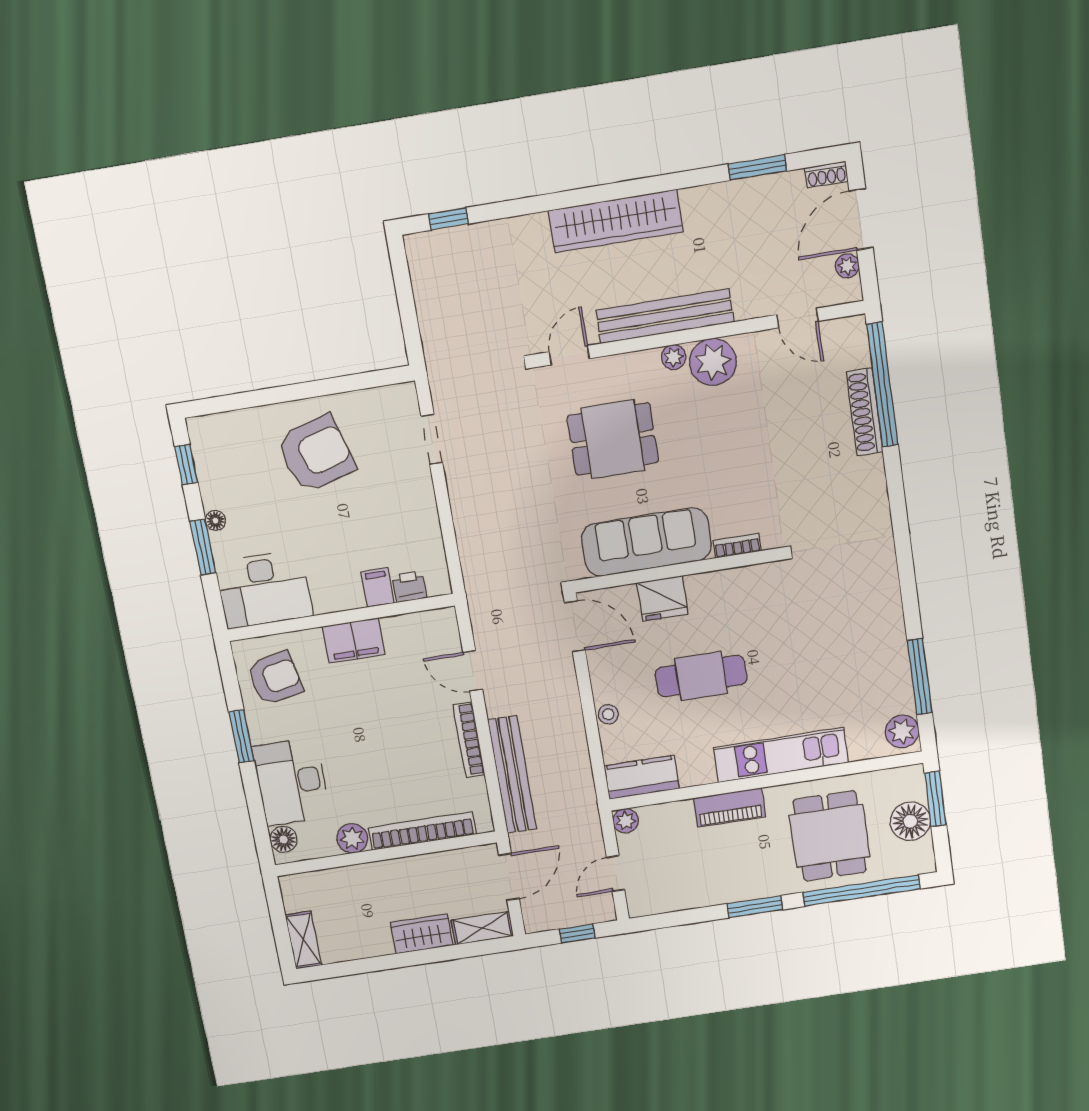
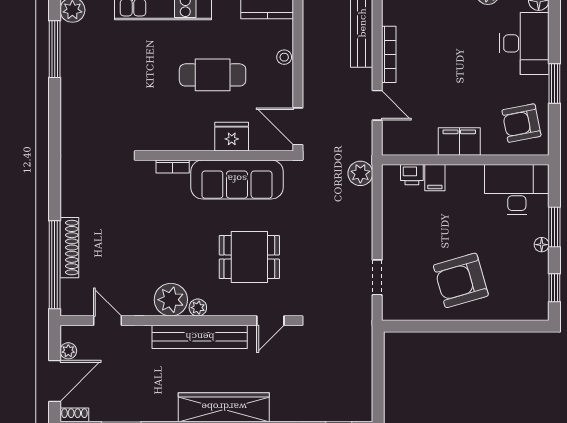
plant: (479, 577) -> (360, 173), added

